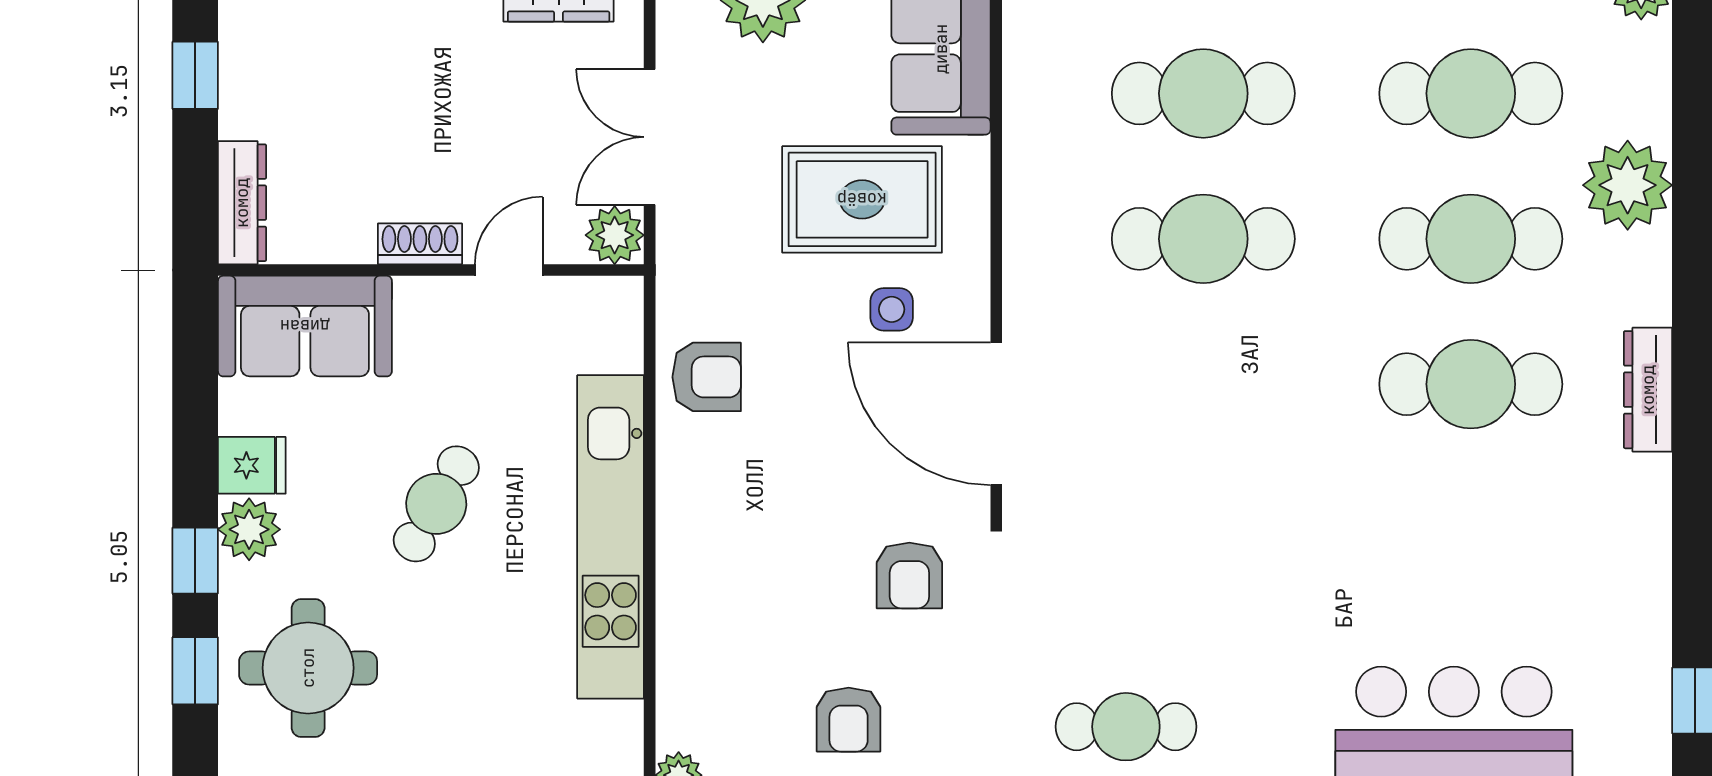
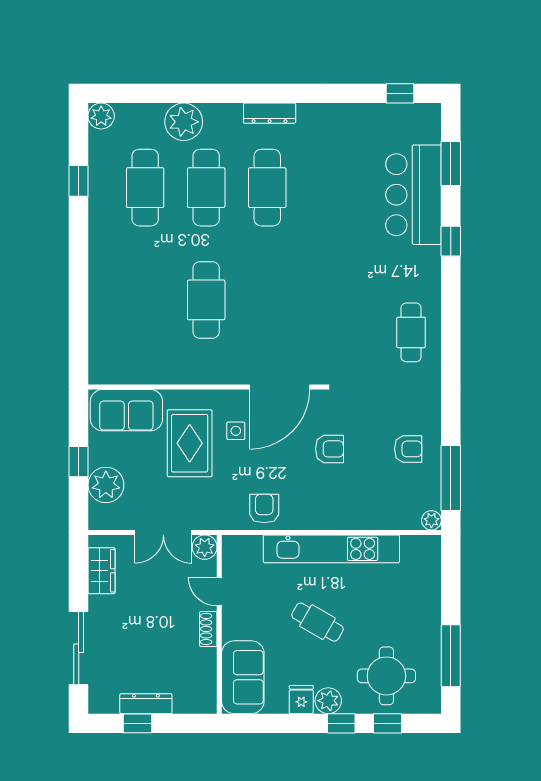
cafe table: (1203, 93) -> (145, 300), removed
dresser: (242, 203) -> (146, 704), moved
armchair: (909, 576) -> (329, 449), moved

